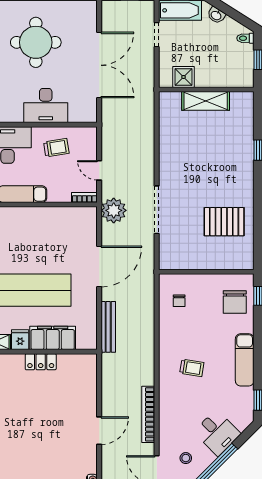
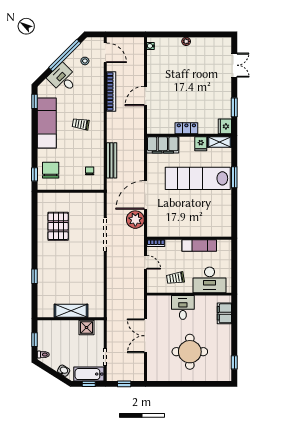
double door: (99, 65) -> (146, 336), width x0.73
desk: (46, 106) -> (183, 308), width x0.73
plant: (114, 210) -> (135, 220), moved
pallet: (224, 222) -> (58, 226), turned 90
bench: (108, 327) -> (112, 160), moved
filing cabinet: (53, 338) -> (163, 145), moved
exam couch: (245, 360) -> (47, 123), width x1.36, depth x1.45
door: (99, 431) -> (146, 96), moved

